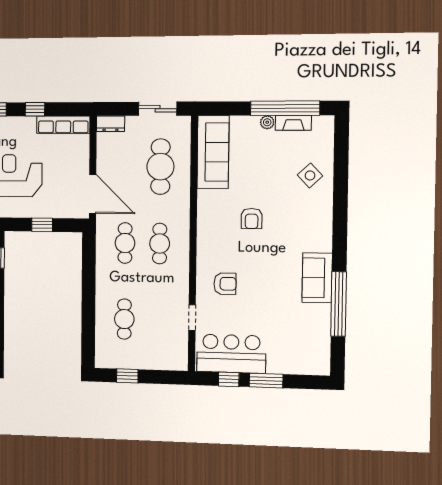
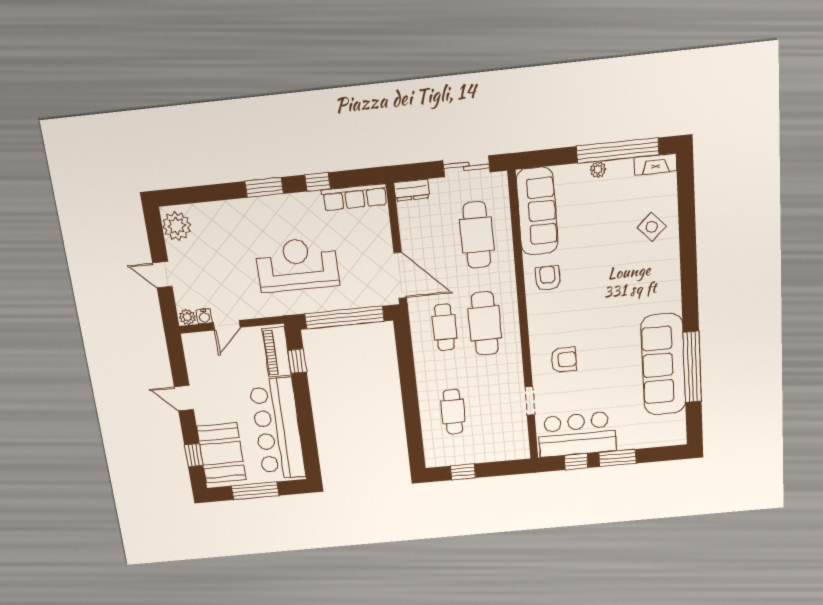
fireplace: (293, 123) -> (656, 164), moved
armchair: (252, 218) -> (548, 278), moved, turned 180
window: (42, 225) -> (345, 318), width x3.17
cafe table: (160, 244) -> (485, 323), width x1.37, depth x1.35
sofa: (317, 278) -> (663, 365), width x1.85, depth x1.27

